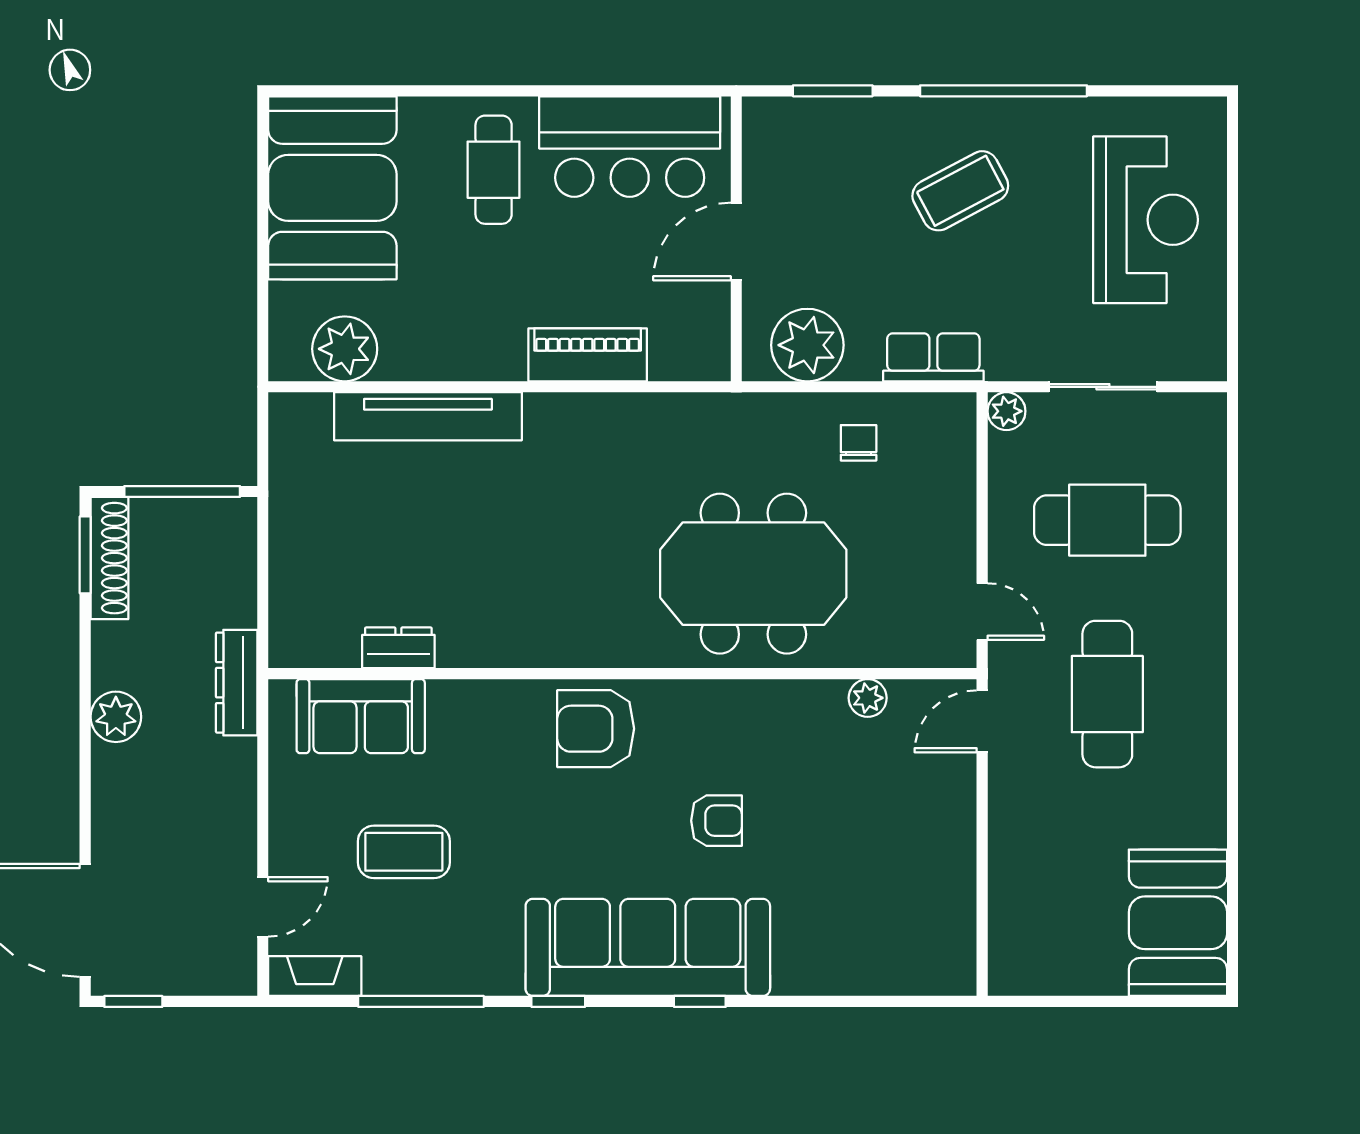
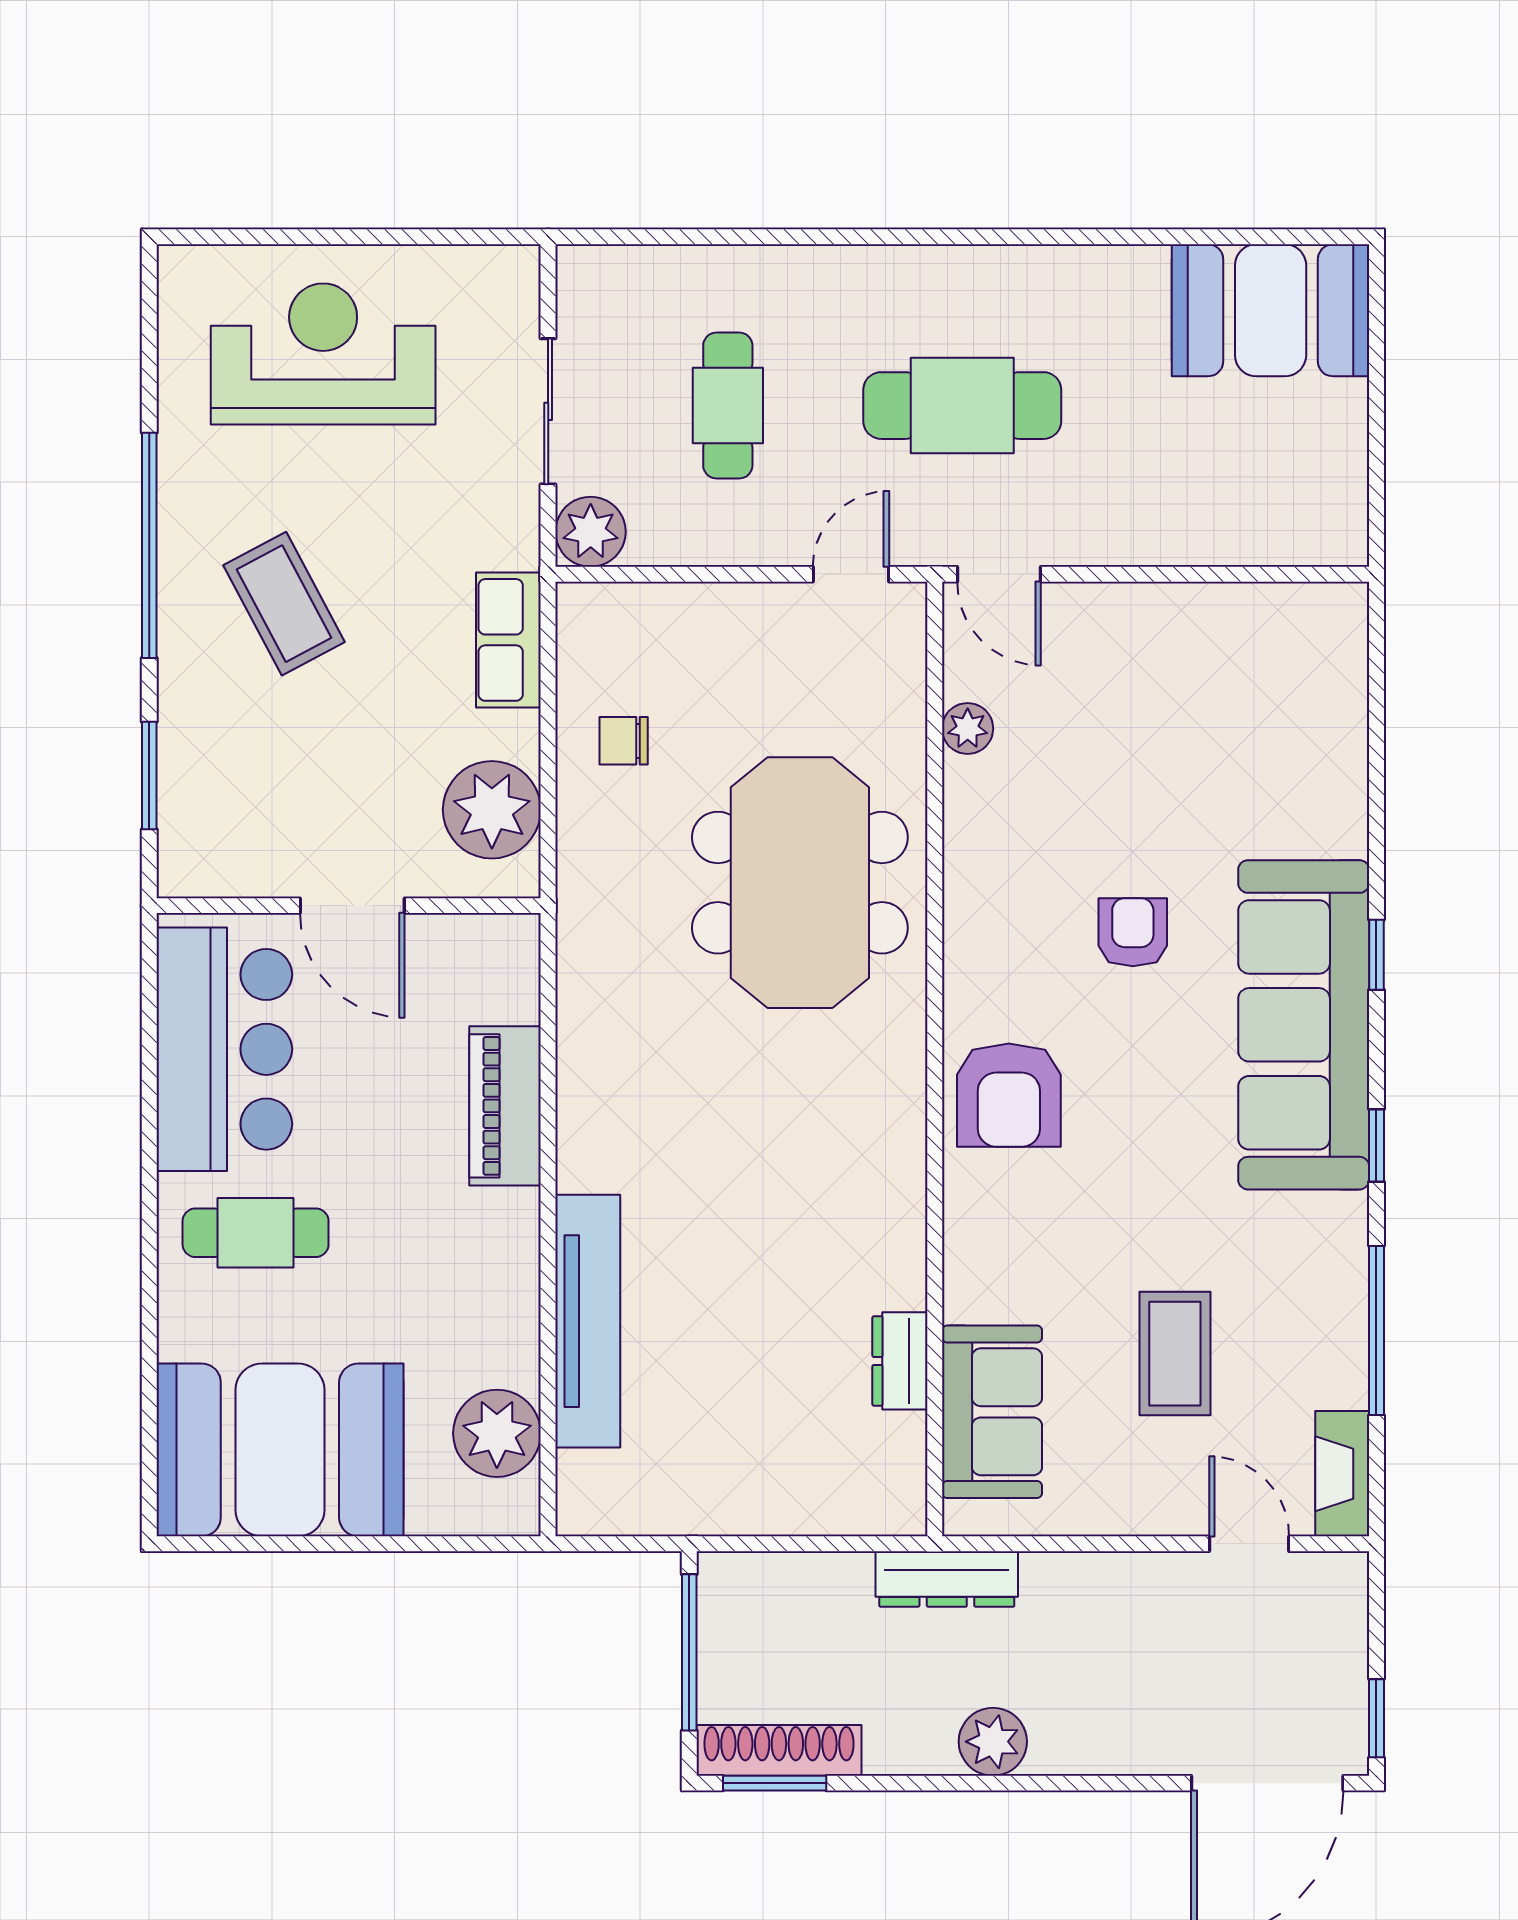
plant: (1007, 411) -> (591, 532), width x1.38, depth x1.38
cafe table: (1107, 520) -> (728, 406), width x0.73, depth x0.74

